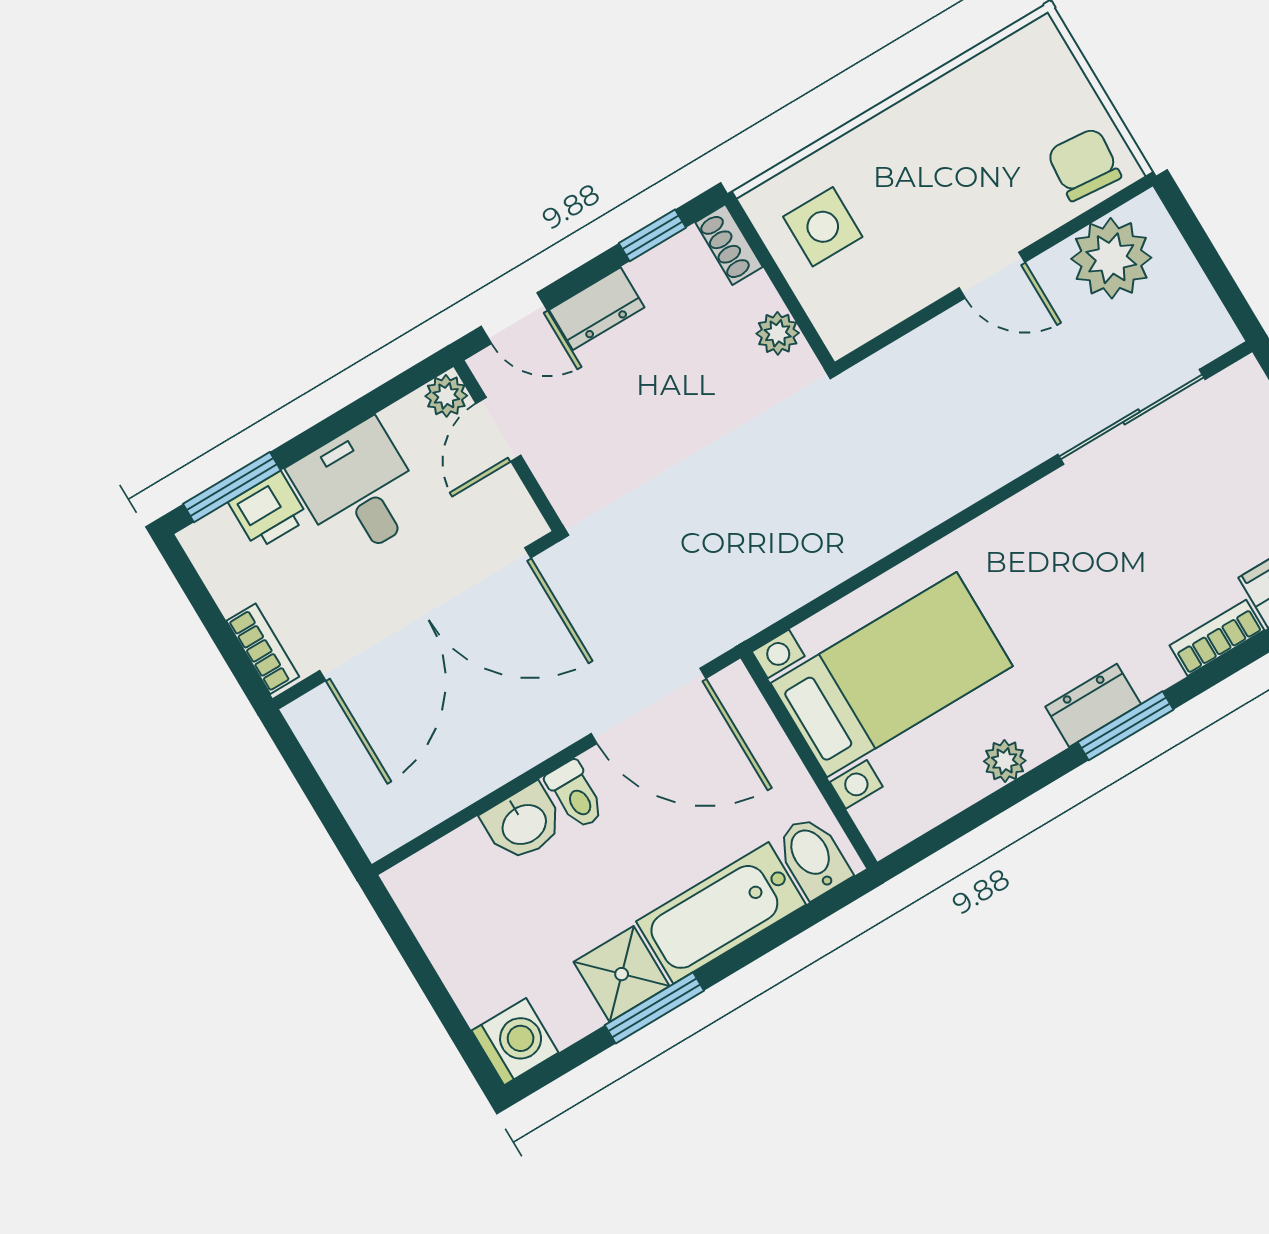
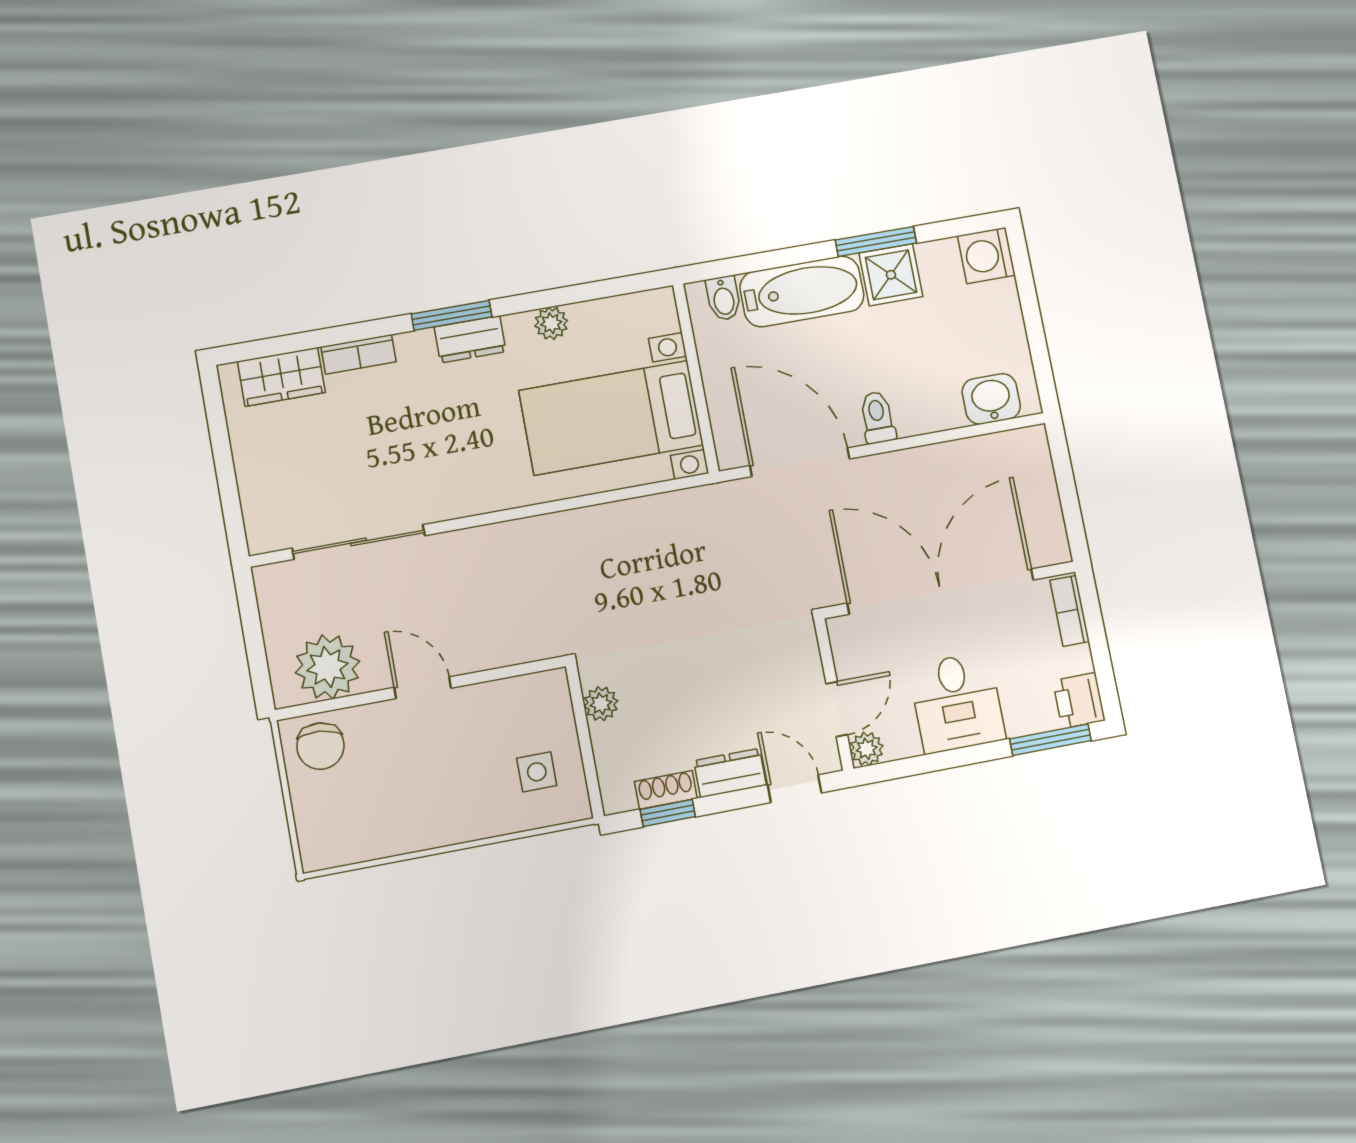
side table: (823, 227) -> (537, 772), width x0.73, depth x0.73
shoe rack: (729, 245) -> (666, 790), moved, turned -90
printer: (268, 510) -> (1079, 700), moved, turned -90
washbasin: (523, 823) -> (991, 399), moved
bidet: (813, 857) -> (723, 298), width x0.72, depth x0.74

